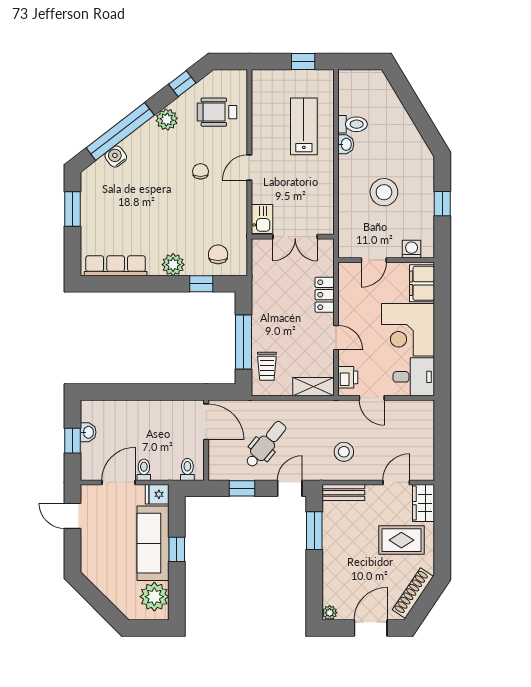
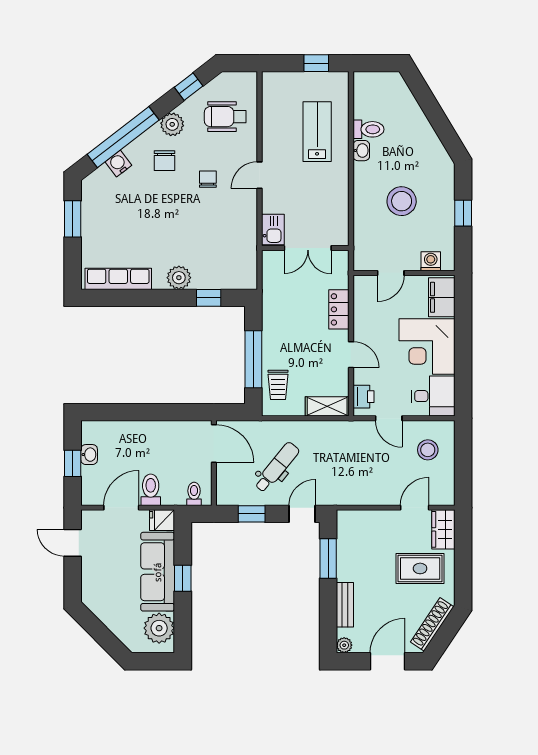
chair: (218, 254) -> (165, 161), moved, turned 180
stool: (344, 452) -> (428, 450), moved
toilet: (144, 470) -> (151, 490), width x1.37, depth x1.39
bench: (343, 493) -> (345, 605), moved, turned 90

